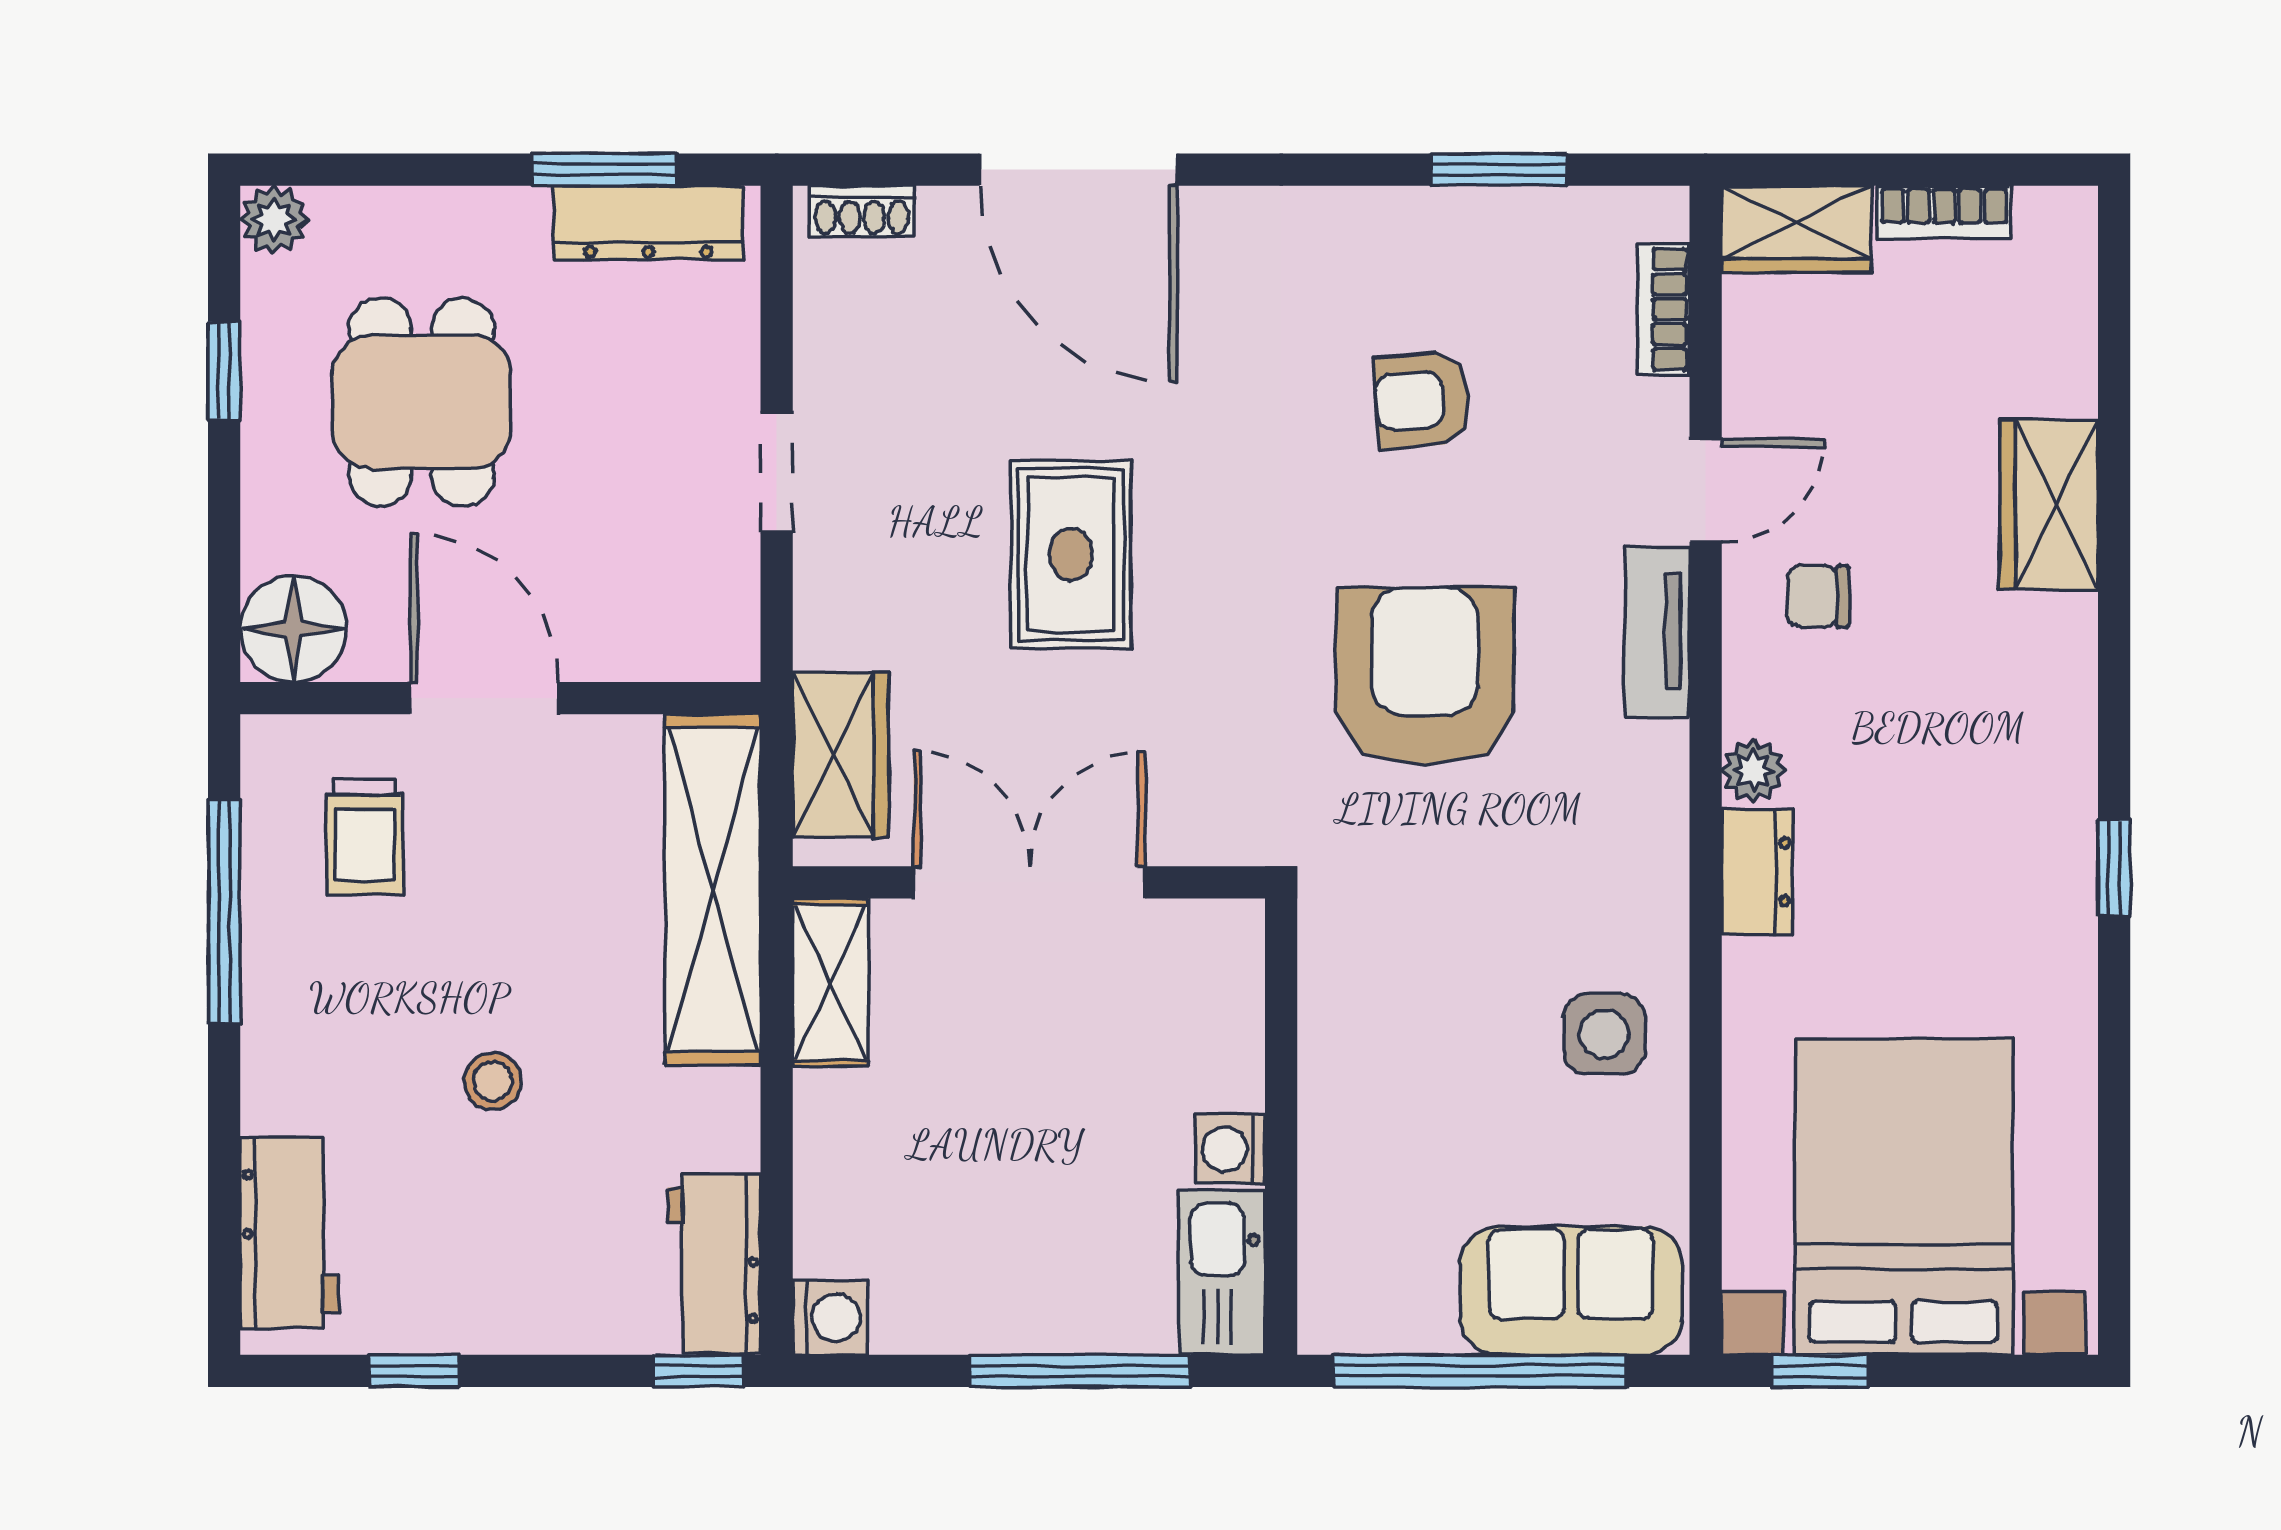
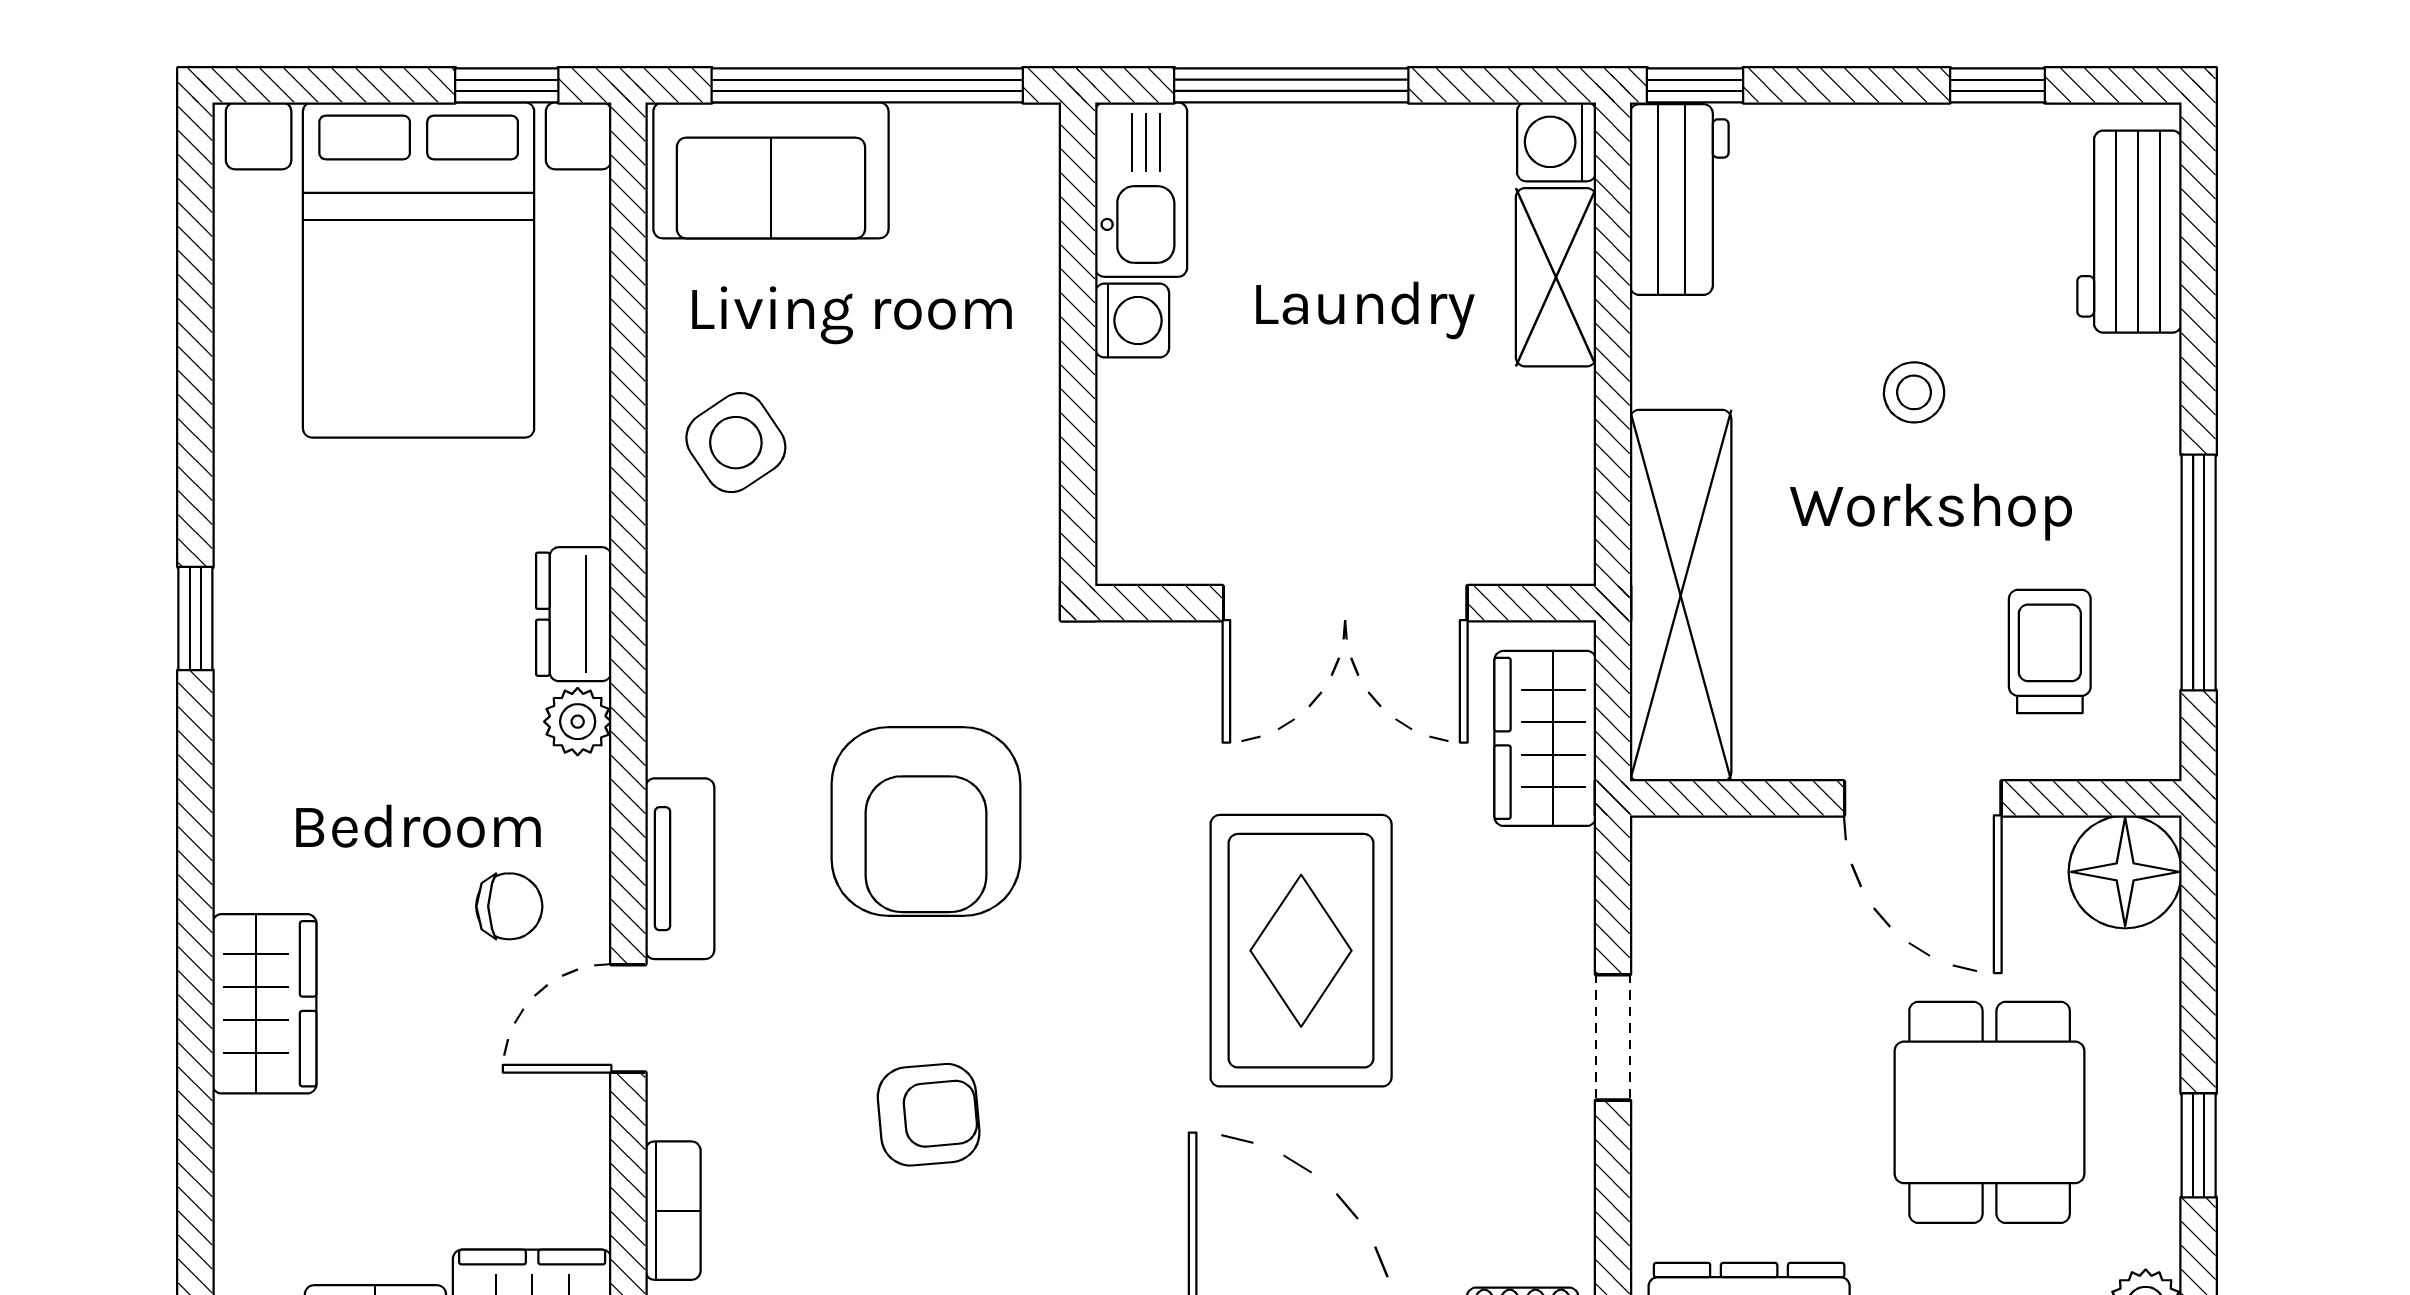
rug: (1071, 554) -> (1301, 951), width x1.36, depth x1.43
shelving: (831, 983) -> (1556, 277), moved
side table: (1604, 1034) -> (736, 443), turned -34

